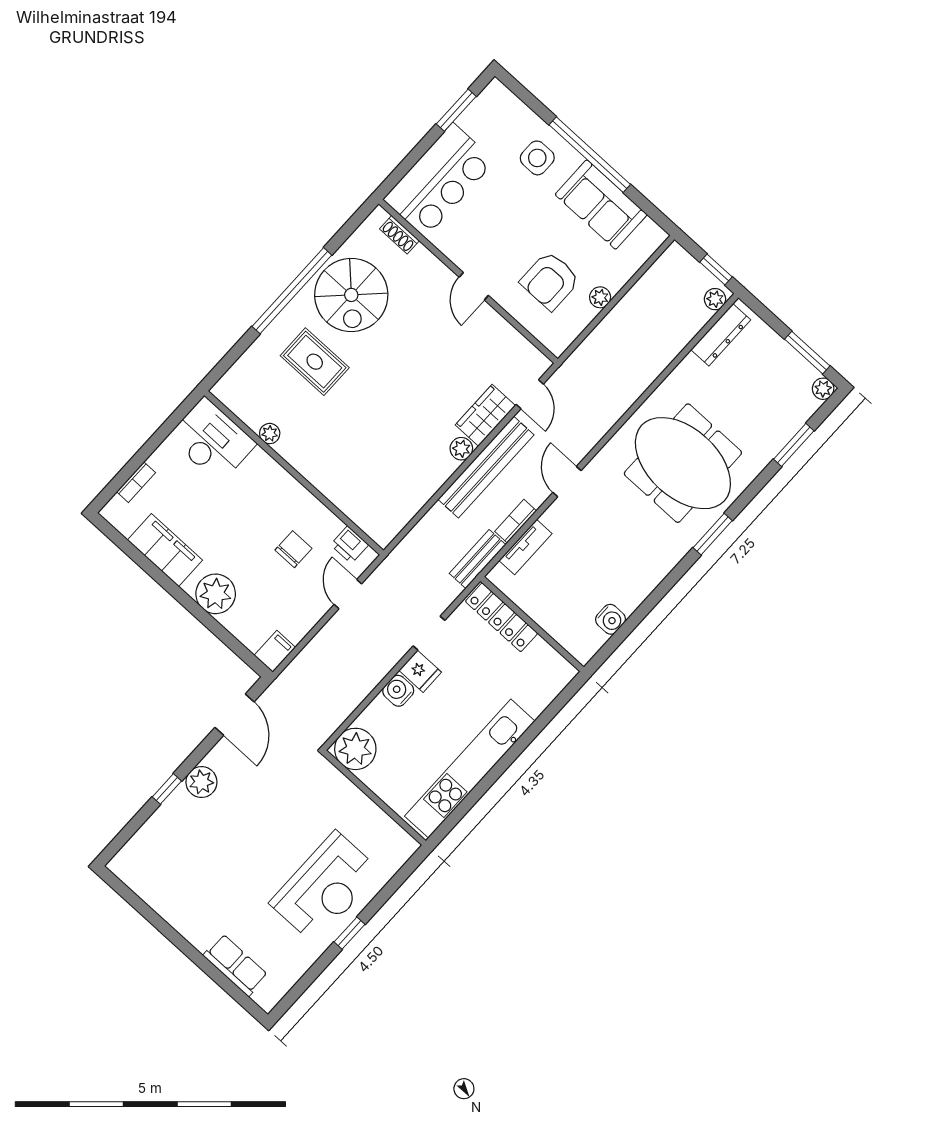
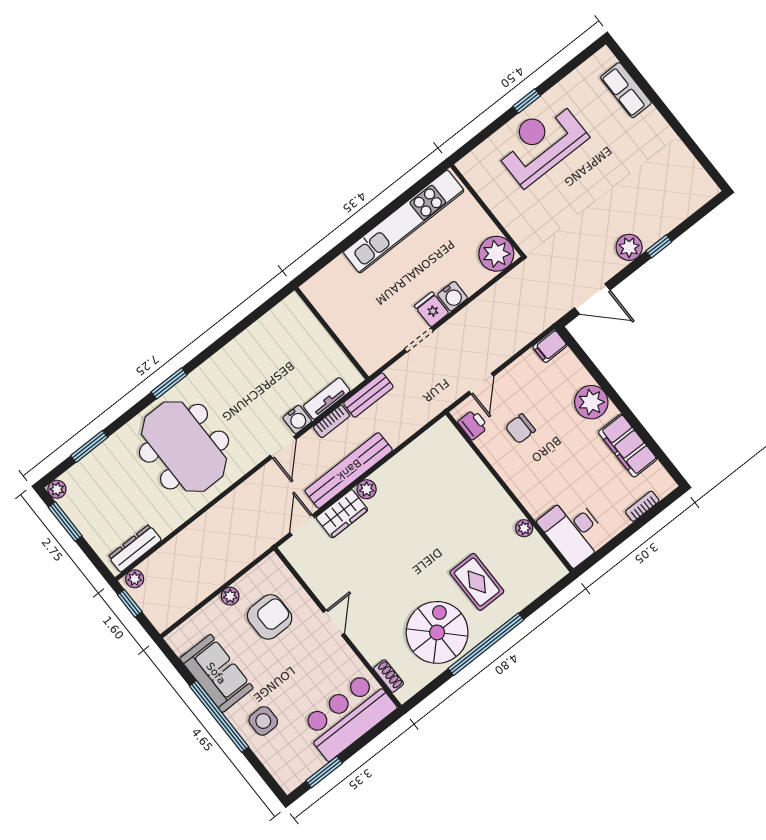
locker: (502, 617) -> (356, 343), removed
water cooler: (610, 619) -> (297, 419), moved, turned 180
door: (234, 715) -> (592, 299), swing flipped

